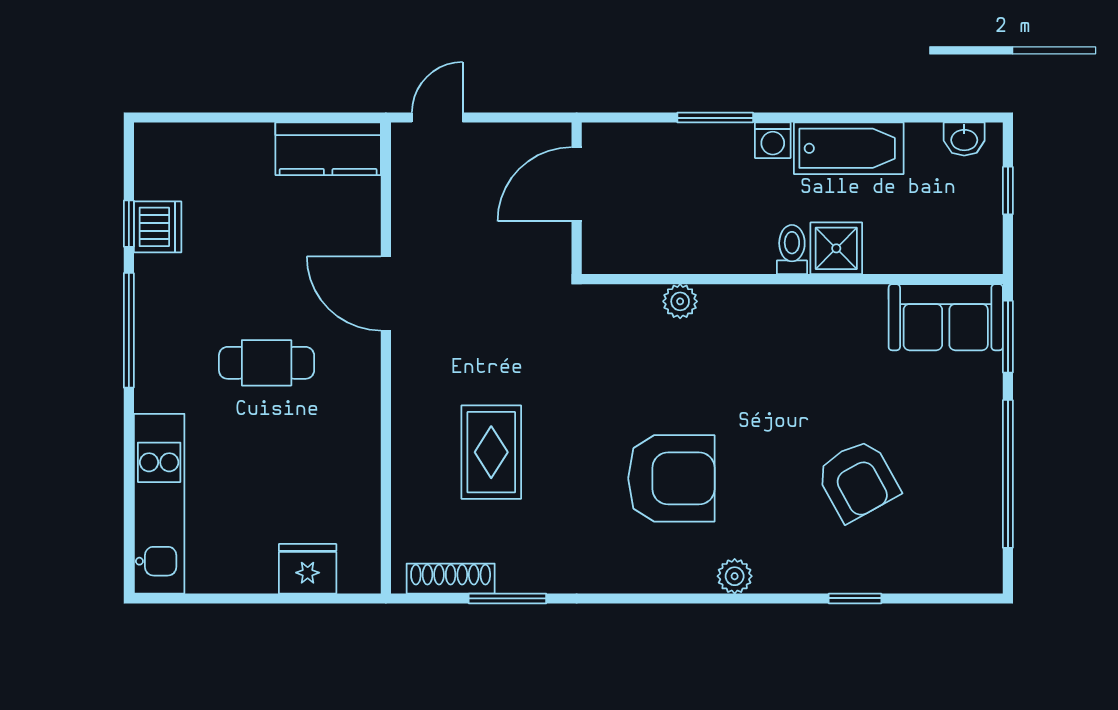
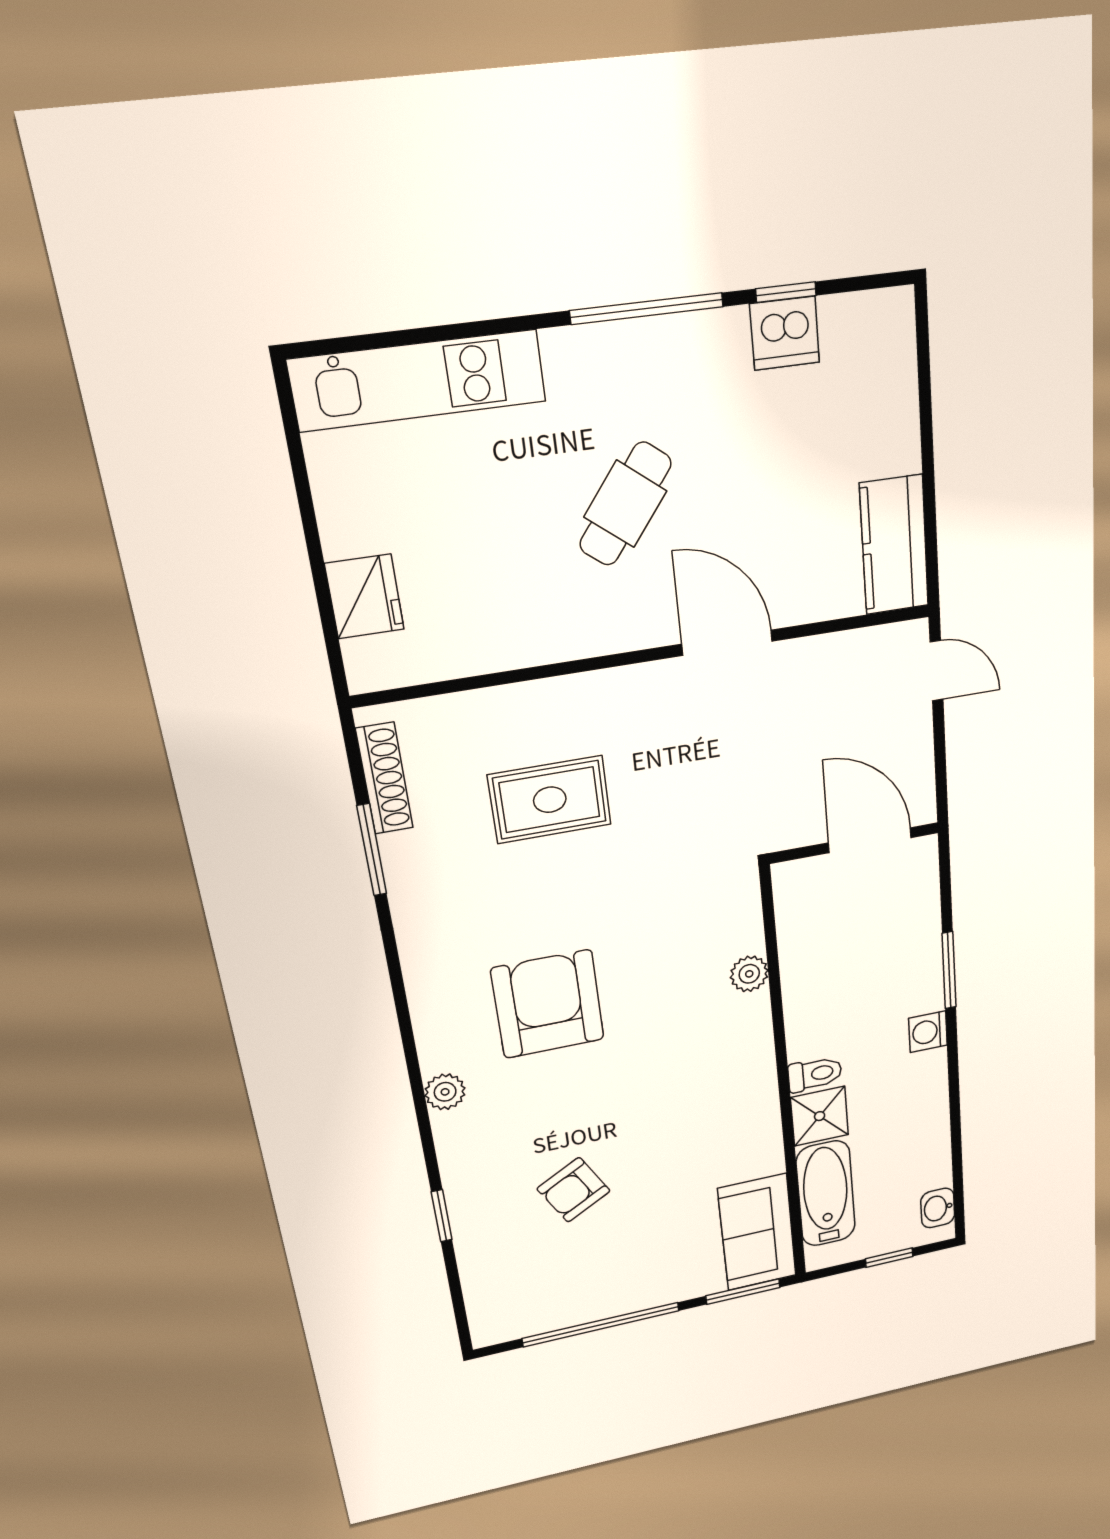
bathtub: (849, 148) -> (826, 1194), moved, turned 180
door: (386, 293) -> (727, 643), hinge flipped
cafe table: (267, 363) -> (625, 504), turned 38
armchair: (671, 478) -> (548, 1004), turned 180
armchair: (858, 480) -> (574, 1190), width x0.72, depth x0.72

